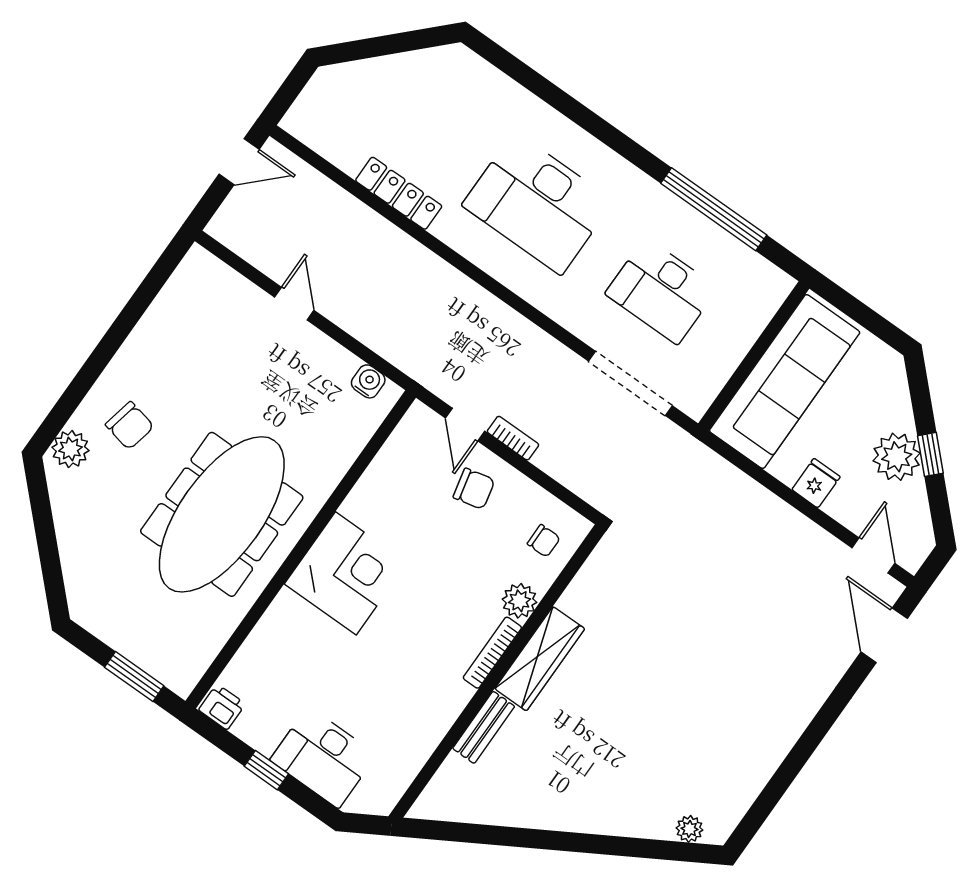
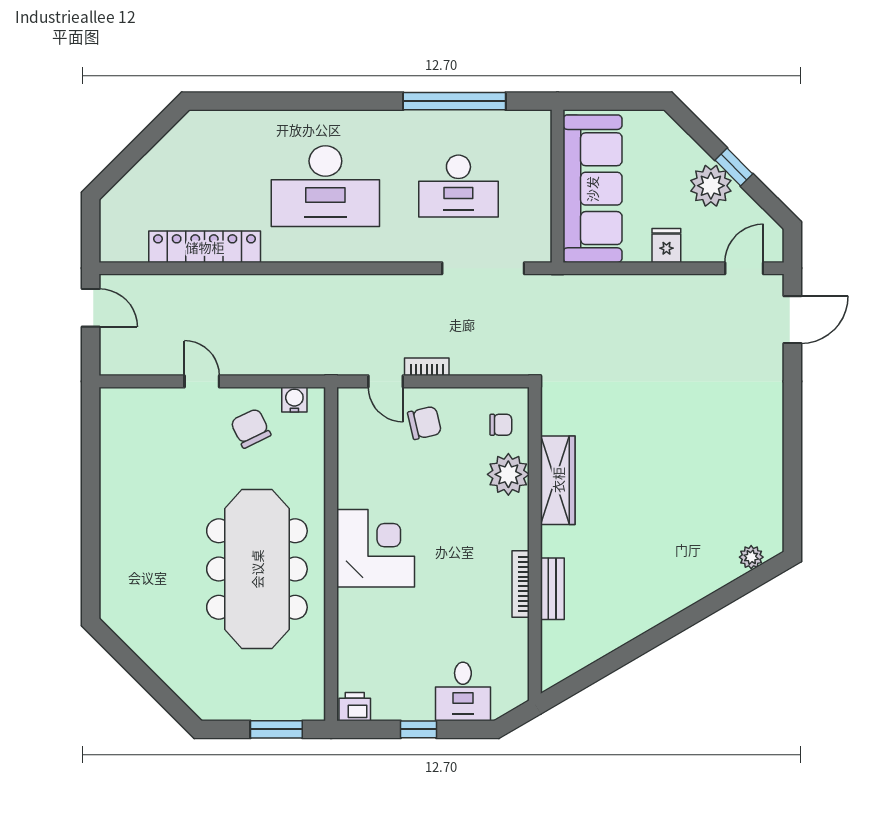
door: (239, 162) -> (91, 308), hinge flipped
locker: (399, 193) -> (205, 247), width x1.41, depth x1.21
chair: (130, 426) -> (251, 428), moved, turned -128
plant: (70, 449) -> (115, 599), removed
door: (873, 555) -> (744, 268), hinge flipped
plant: (520, 601) -> (508, 474), width x1.36, depth x1.36
door: (884, 635) -> (792, 320), swing flipped
bookcase: (492, 653) -> (521, 584), moved
wardrobe: (540, 659) -> (558, 480), moved
desk: (323, 757) -> (463, 691), width x0.73

